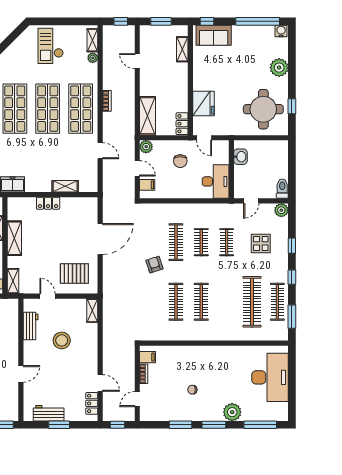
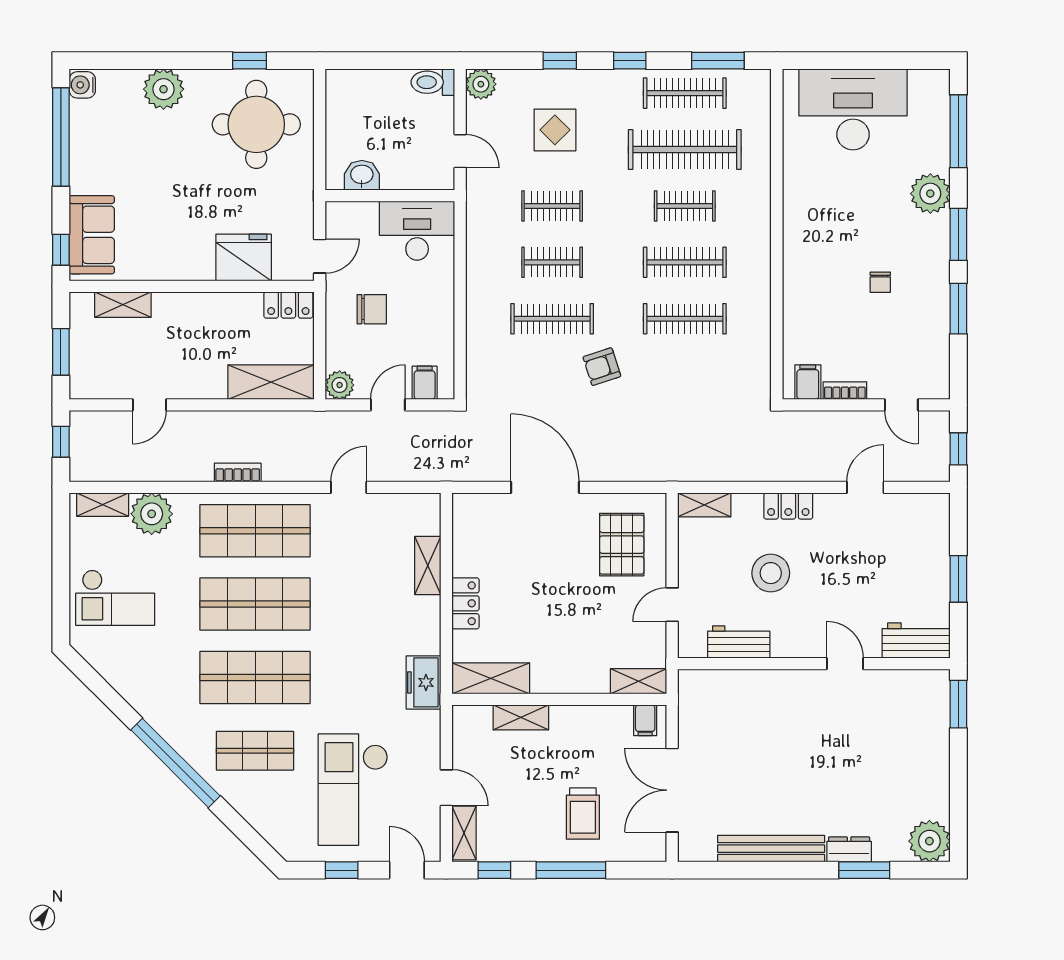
plant: (93, 58) -> (152, 514), width x1.88, depth x1.88
shelving: (14, 238) -> (491, 678), moved
clothes rail: (227, 302) -> (685, 206), added
locker: (92, 403) -> (788, 506), moved
workbench: (49, 413) -> (916, 641), moved, turned 90

